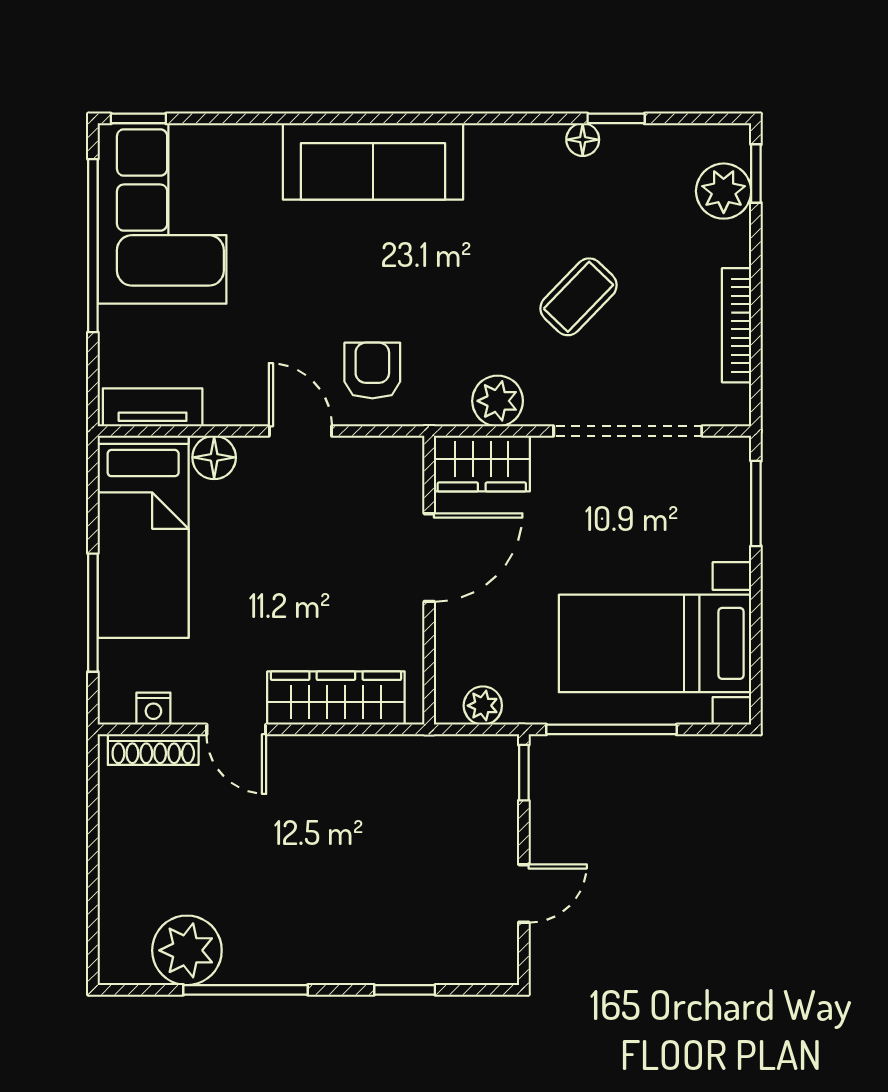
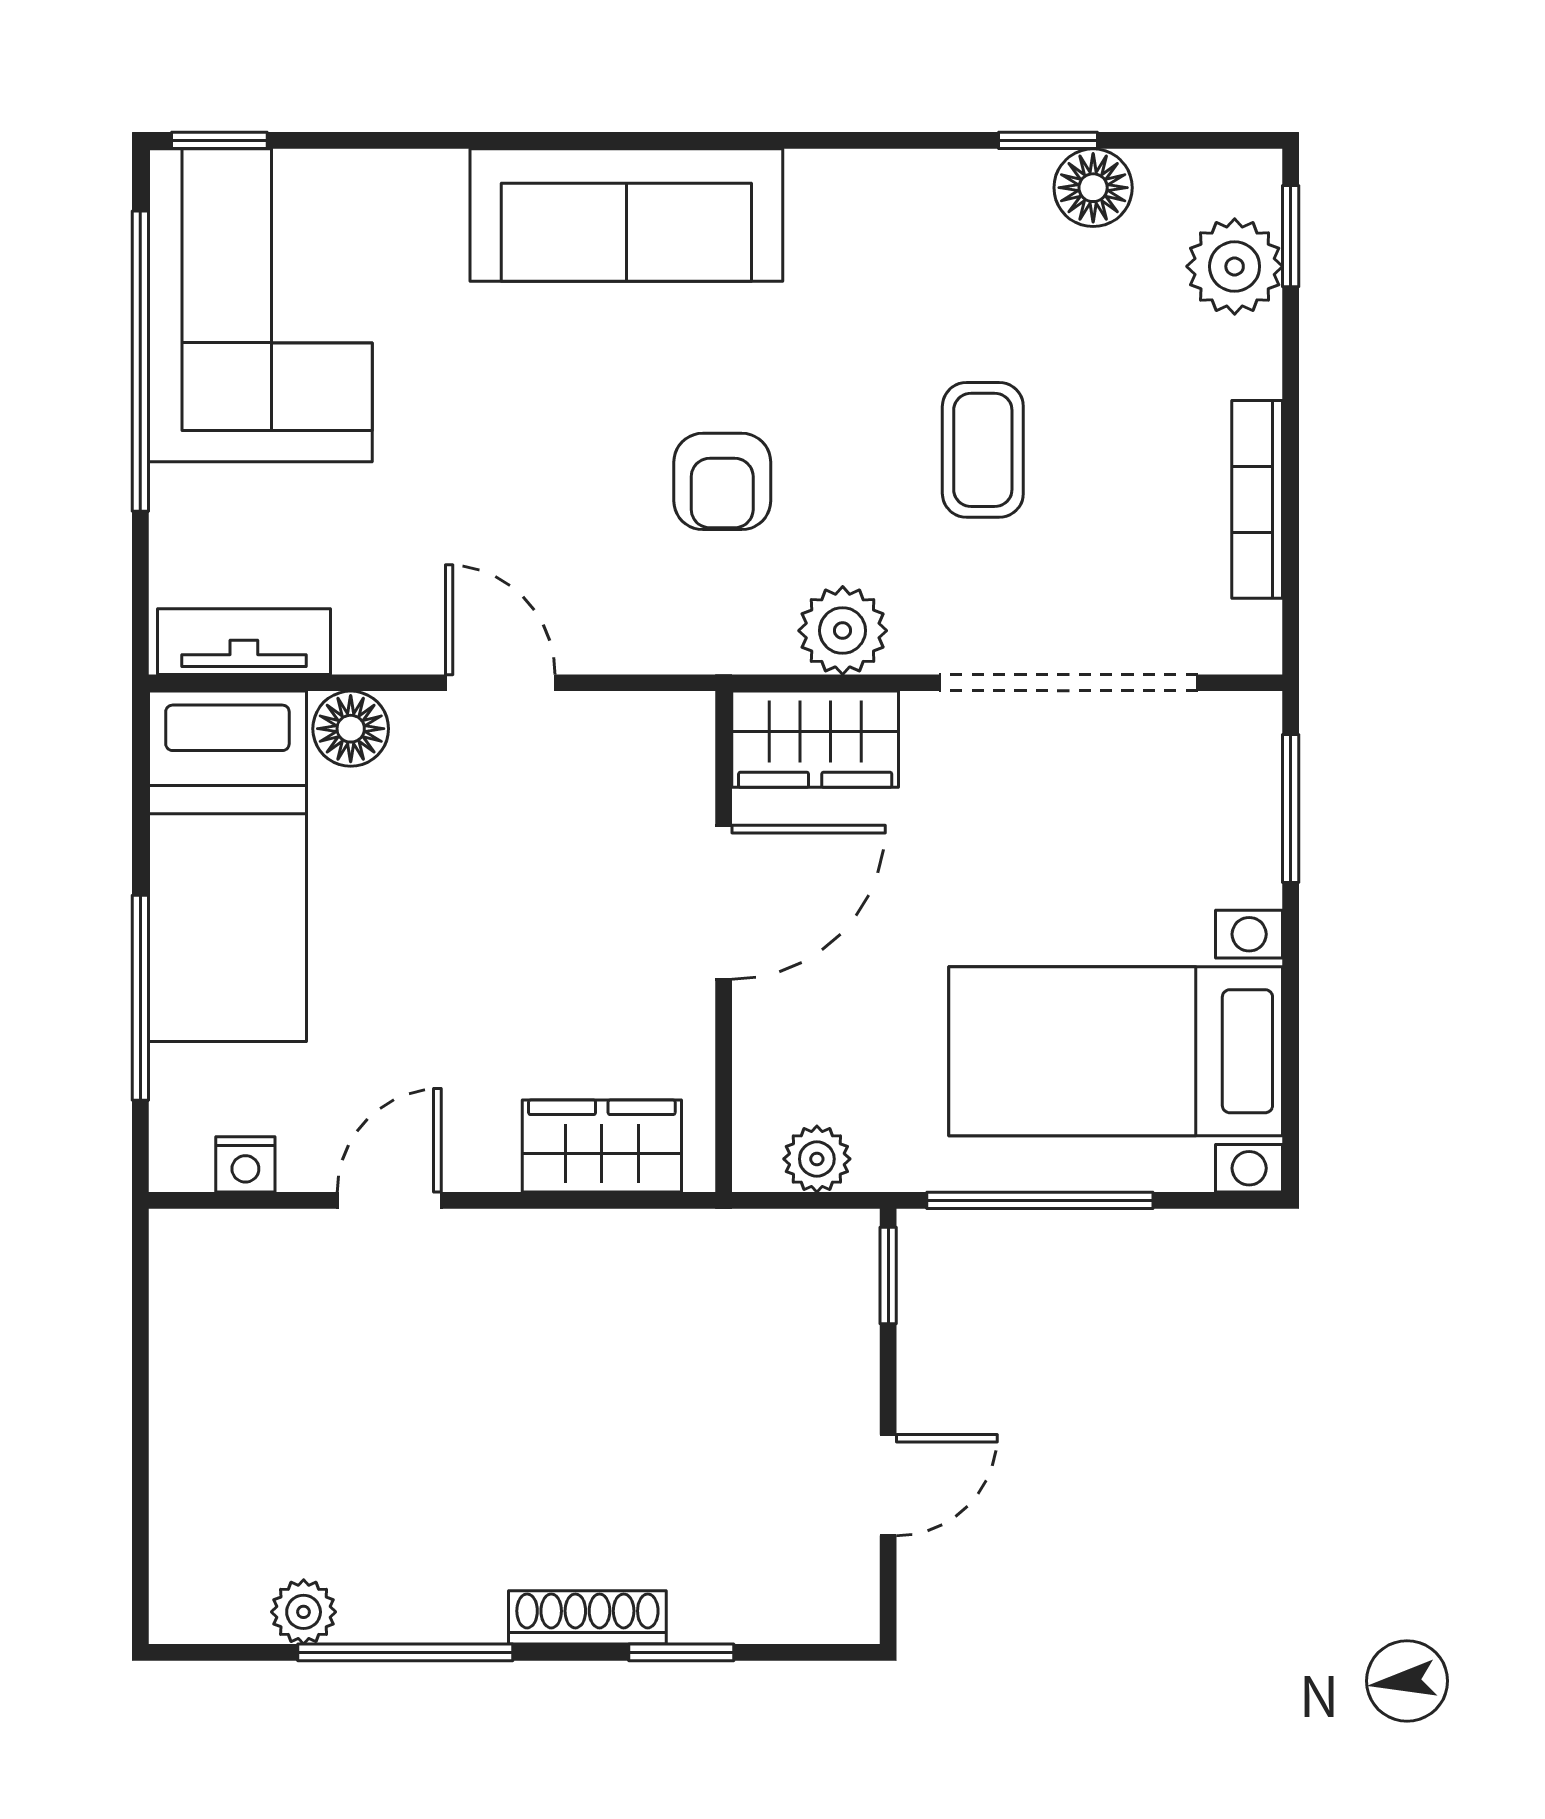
floor lamp: (583, 140) -> (1093, 188), moved, width x1.37, depth x1.37
coffee table: (578, 297) -> (983, 450), turned -44
armchair: (372, 371) -> (722, 481), moved, turned 180
wardrobe: (336, 698) -> (602, 1146), width x0.67
door: (236, 729) -> (389, 1200), swing flipped
shoe rack: (153, 750) -> (587, 1617), moved, turned 180
plant: (187, 950) -> (304, 1612), width x0.53, depth x0.53

